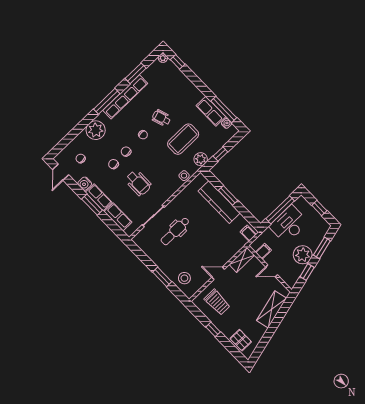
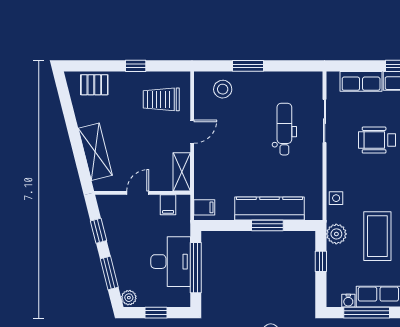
plant: (303, 255) -> (129, 298), moved, width x0.53, depth x0.53

